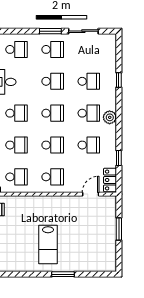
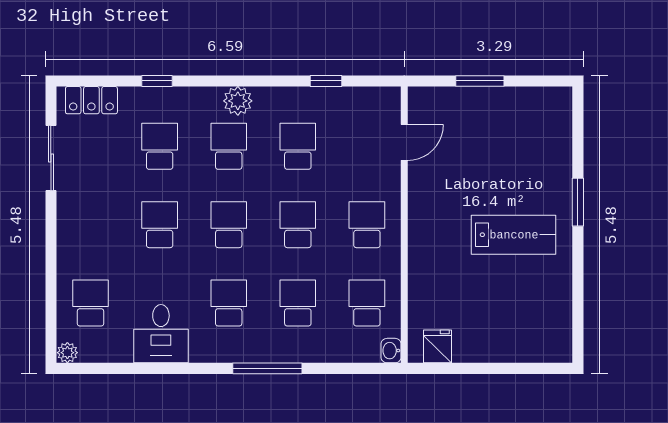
window: (50, 31) -> (51, 229), removed
school desk: (53, 49) -> (91, 225), removed
locker: (110, 180) -> (91, 100), moved
door: (91, 194) -> (404, 142), swing flipped

